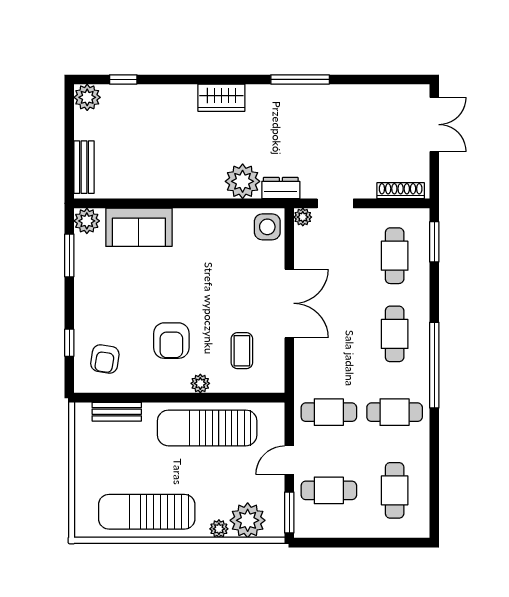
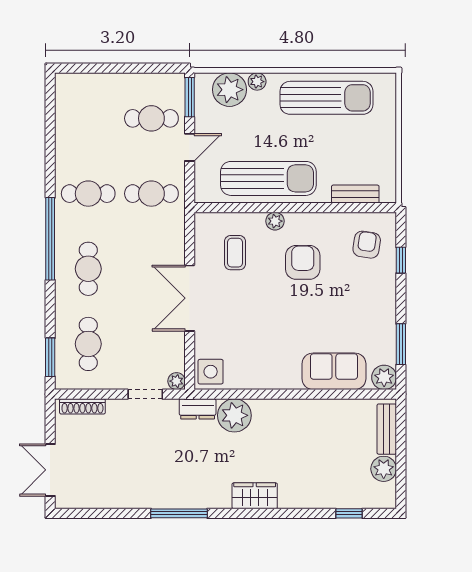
plant: (87, 97) -> (384, 469), moved
cafe table: (395, 490) -> (88, 118), removed

